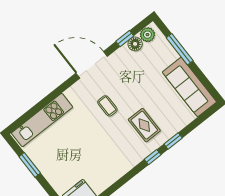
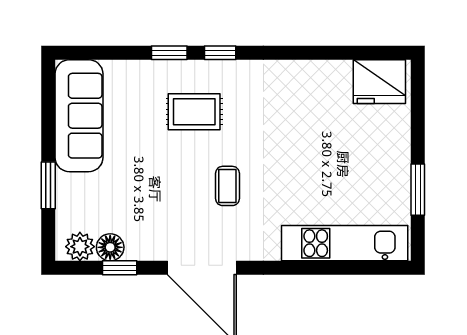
window: (180, 49) -> (48, 185), width x0.69
rug: (144, 125) -> (194, 112), turned 90

